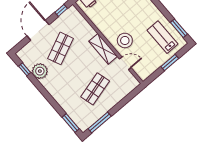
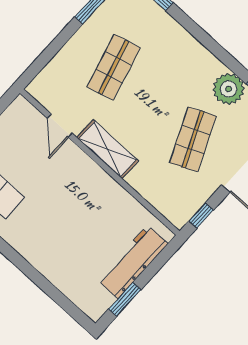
stool: (125, 40) -> (66, 171), removed
door: (125, 63) -> (60, 126), hinge flipped

